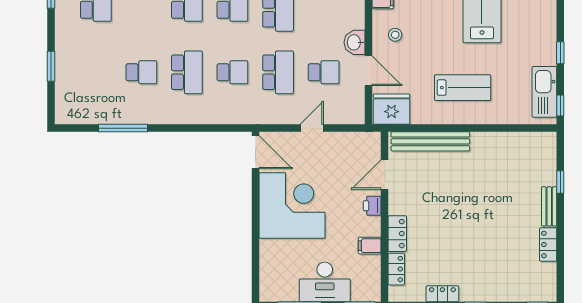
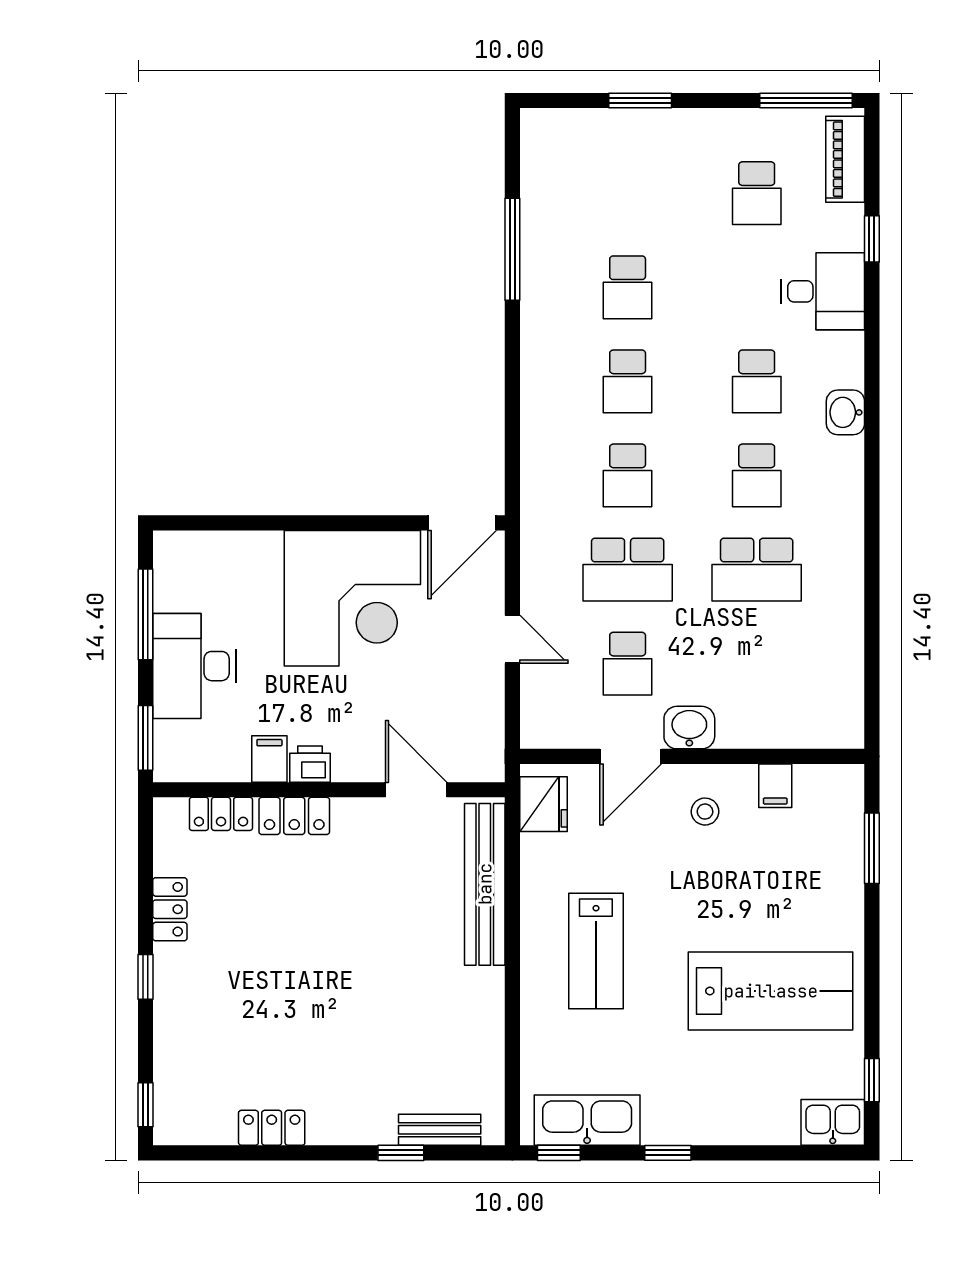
school desk: (187, 72) -> (628, 381), width x0.54
fridge: (392, 109) -> (543, 804), width x0.73, depth x0.75
printer: (372, 206) -> (310, 764), moved
bench: (549, 206) -> (440, 1130), moved

